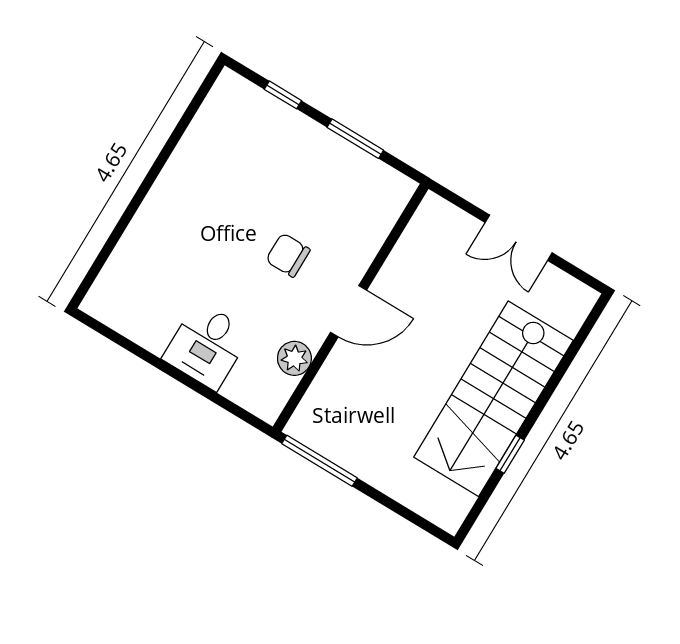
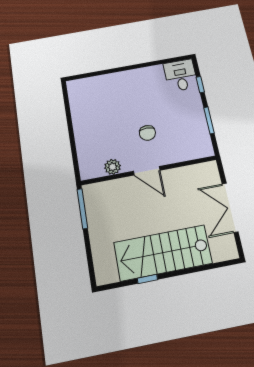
double door: (519, 238) -> (230, 208), width x1.37
chair: (288, 255) -> (147, 133), turned 180
desk: (207, 346) -> (181, 75), moved, turned 90

